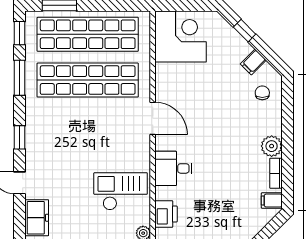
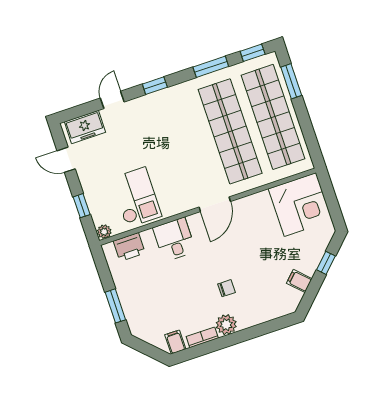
chair: (262, 93) -> (226, 288), moved

